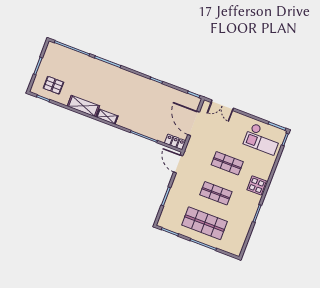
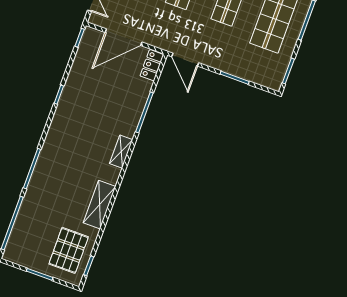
pallet: (53, 85) -> (69, 250), width x1.50, depth x1.42
shelving: (107, 117) -> (121, 152), moved
door: (178, 164) -> (185, 60), hinge flipped

